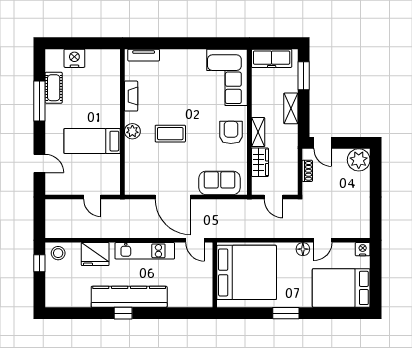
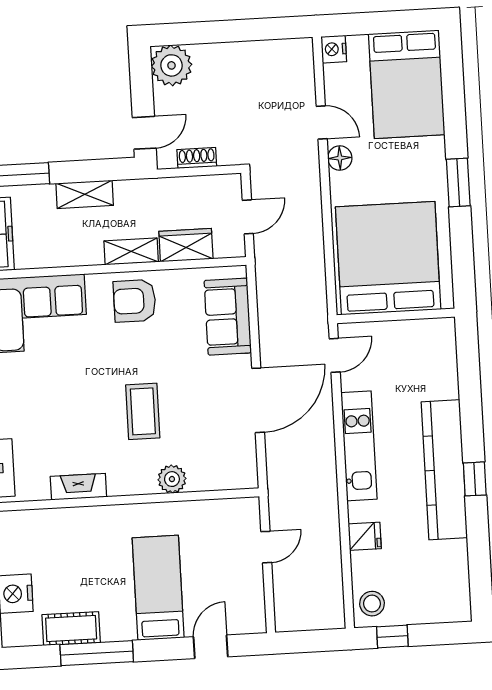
plant: (132, 131) -> (172, 479), moved
bed: (92, 141) -> (158, 588), moved, turned 180
fridge: (95, 254) -> (365, 536), width x0.53, depth x0.75

